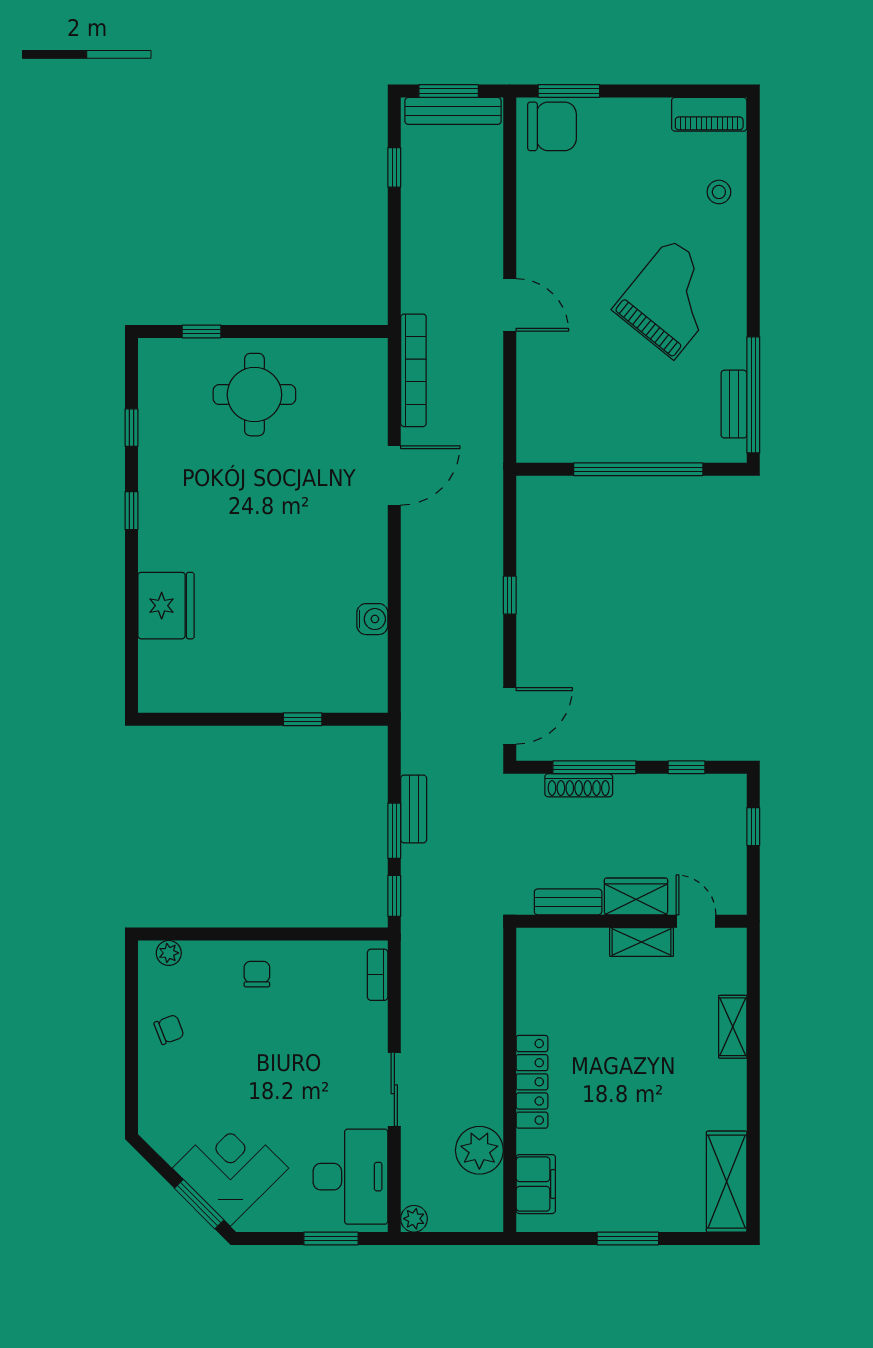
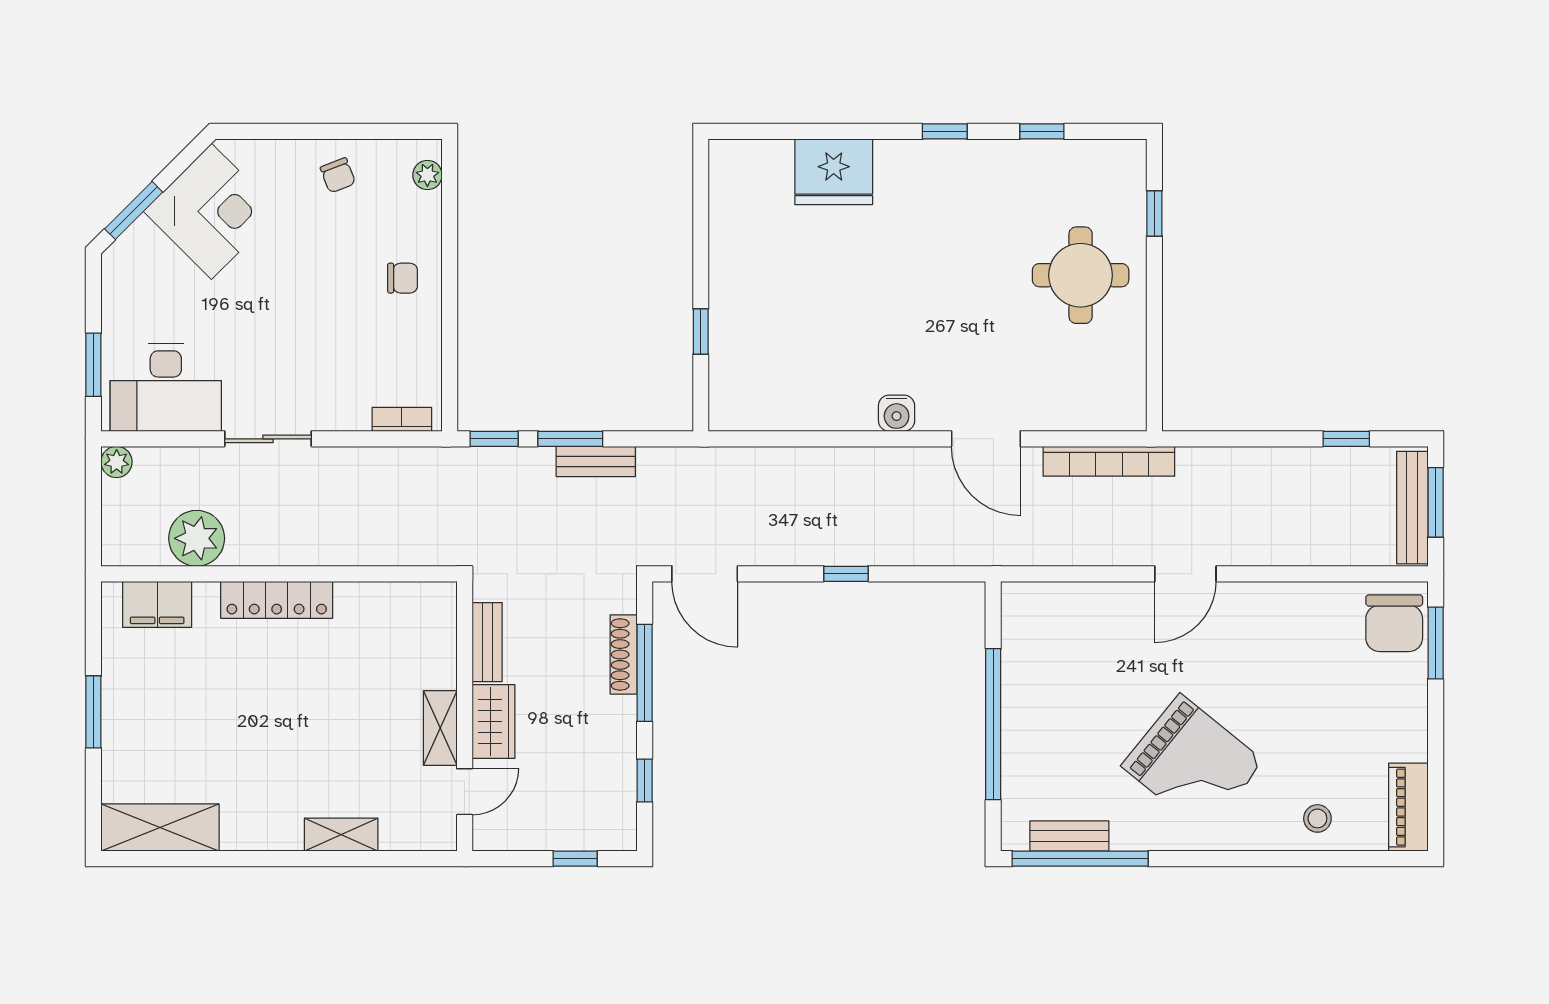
water cooler: (372, 619) -> (897, 413), moved
corner desk: (230, 1168) -> (211, 211), moved

